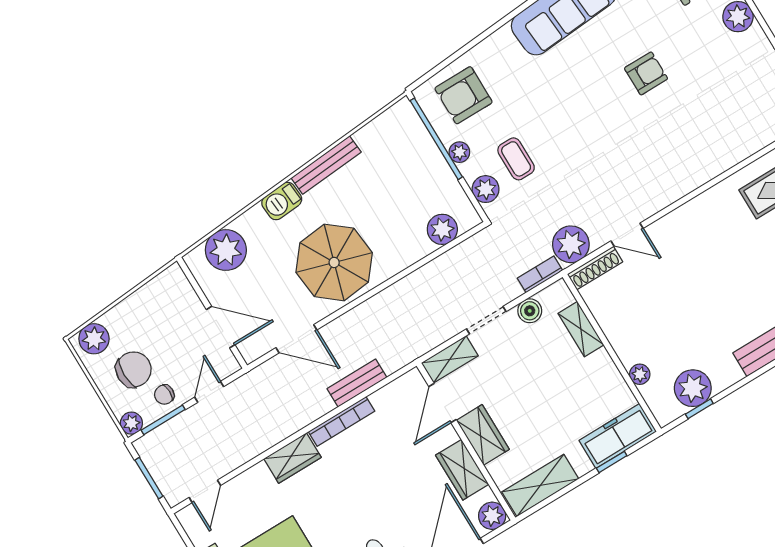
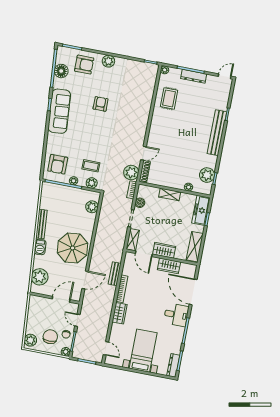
shelving: (581, 329) -> (170, 194), moved
plant: (492, 516) -> (191, 269), removed

